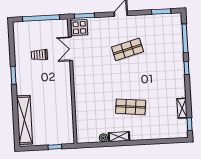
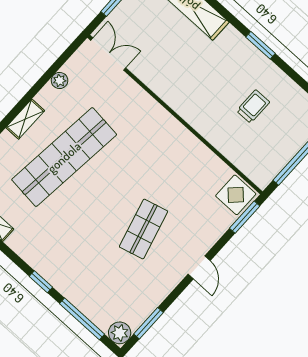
plant: (176, 19) -> (120, 333), added
double door: (70, 49) -> (108, 54), moved
shop shelf: (131, 107) -> (64, 157), width x2.00, depth x1.36
shelving: (119, 137) -> (25, 119), moved

